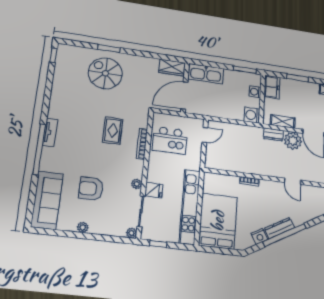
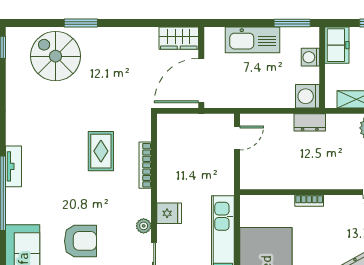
spiral stairs: (105, 73) -> (56, 56), moved
kitchen sink: (206, 74) -> (253, 40), moved
dresser: (273, 134) -> (310, 122), moved
kitchen island: (170, 140) -> (186, 154), removed
armchair: (91, 189) -> (80, 241), turned 180
fridge: (154, 190) -> (169, 213), moved

